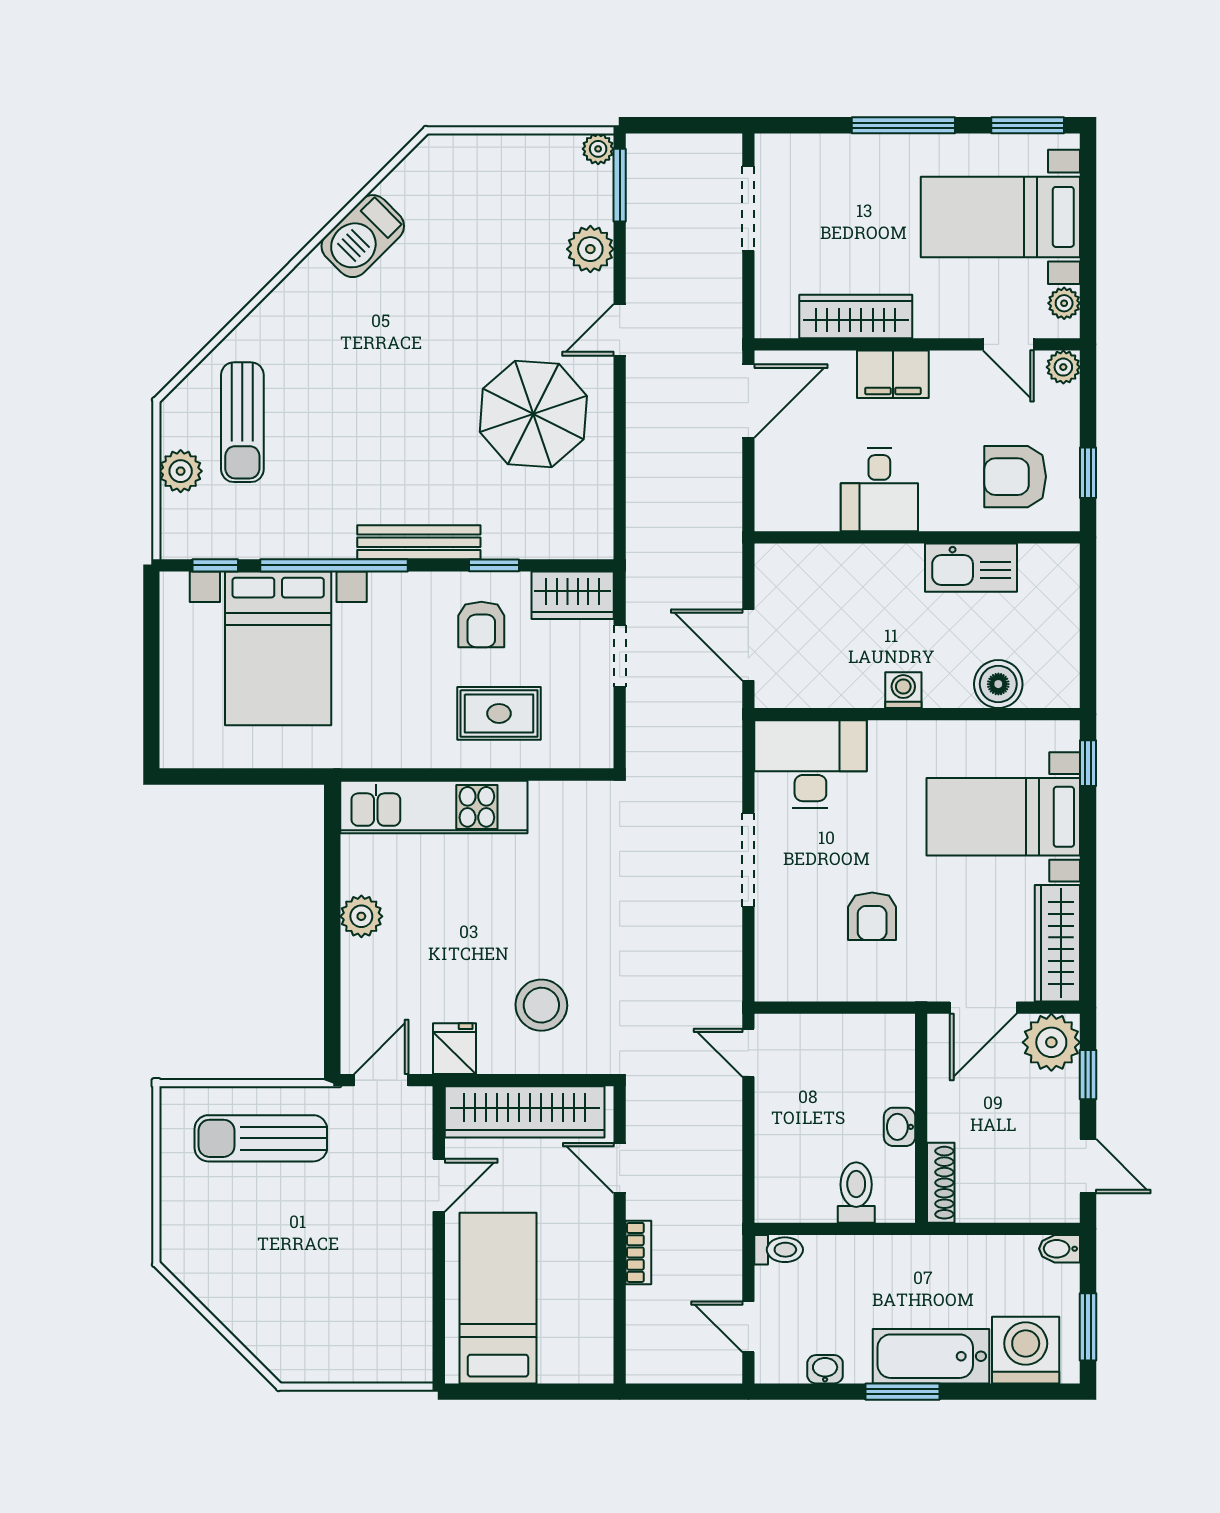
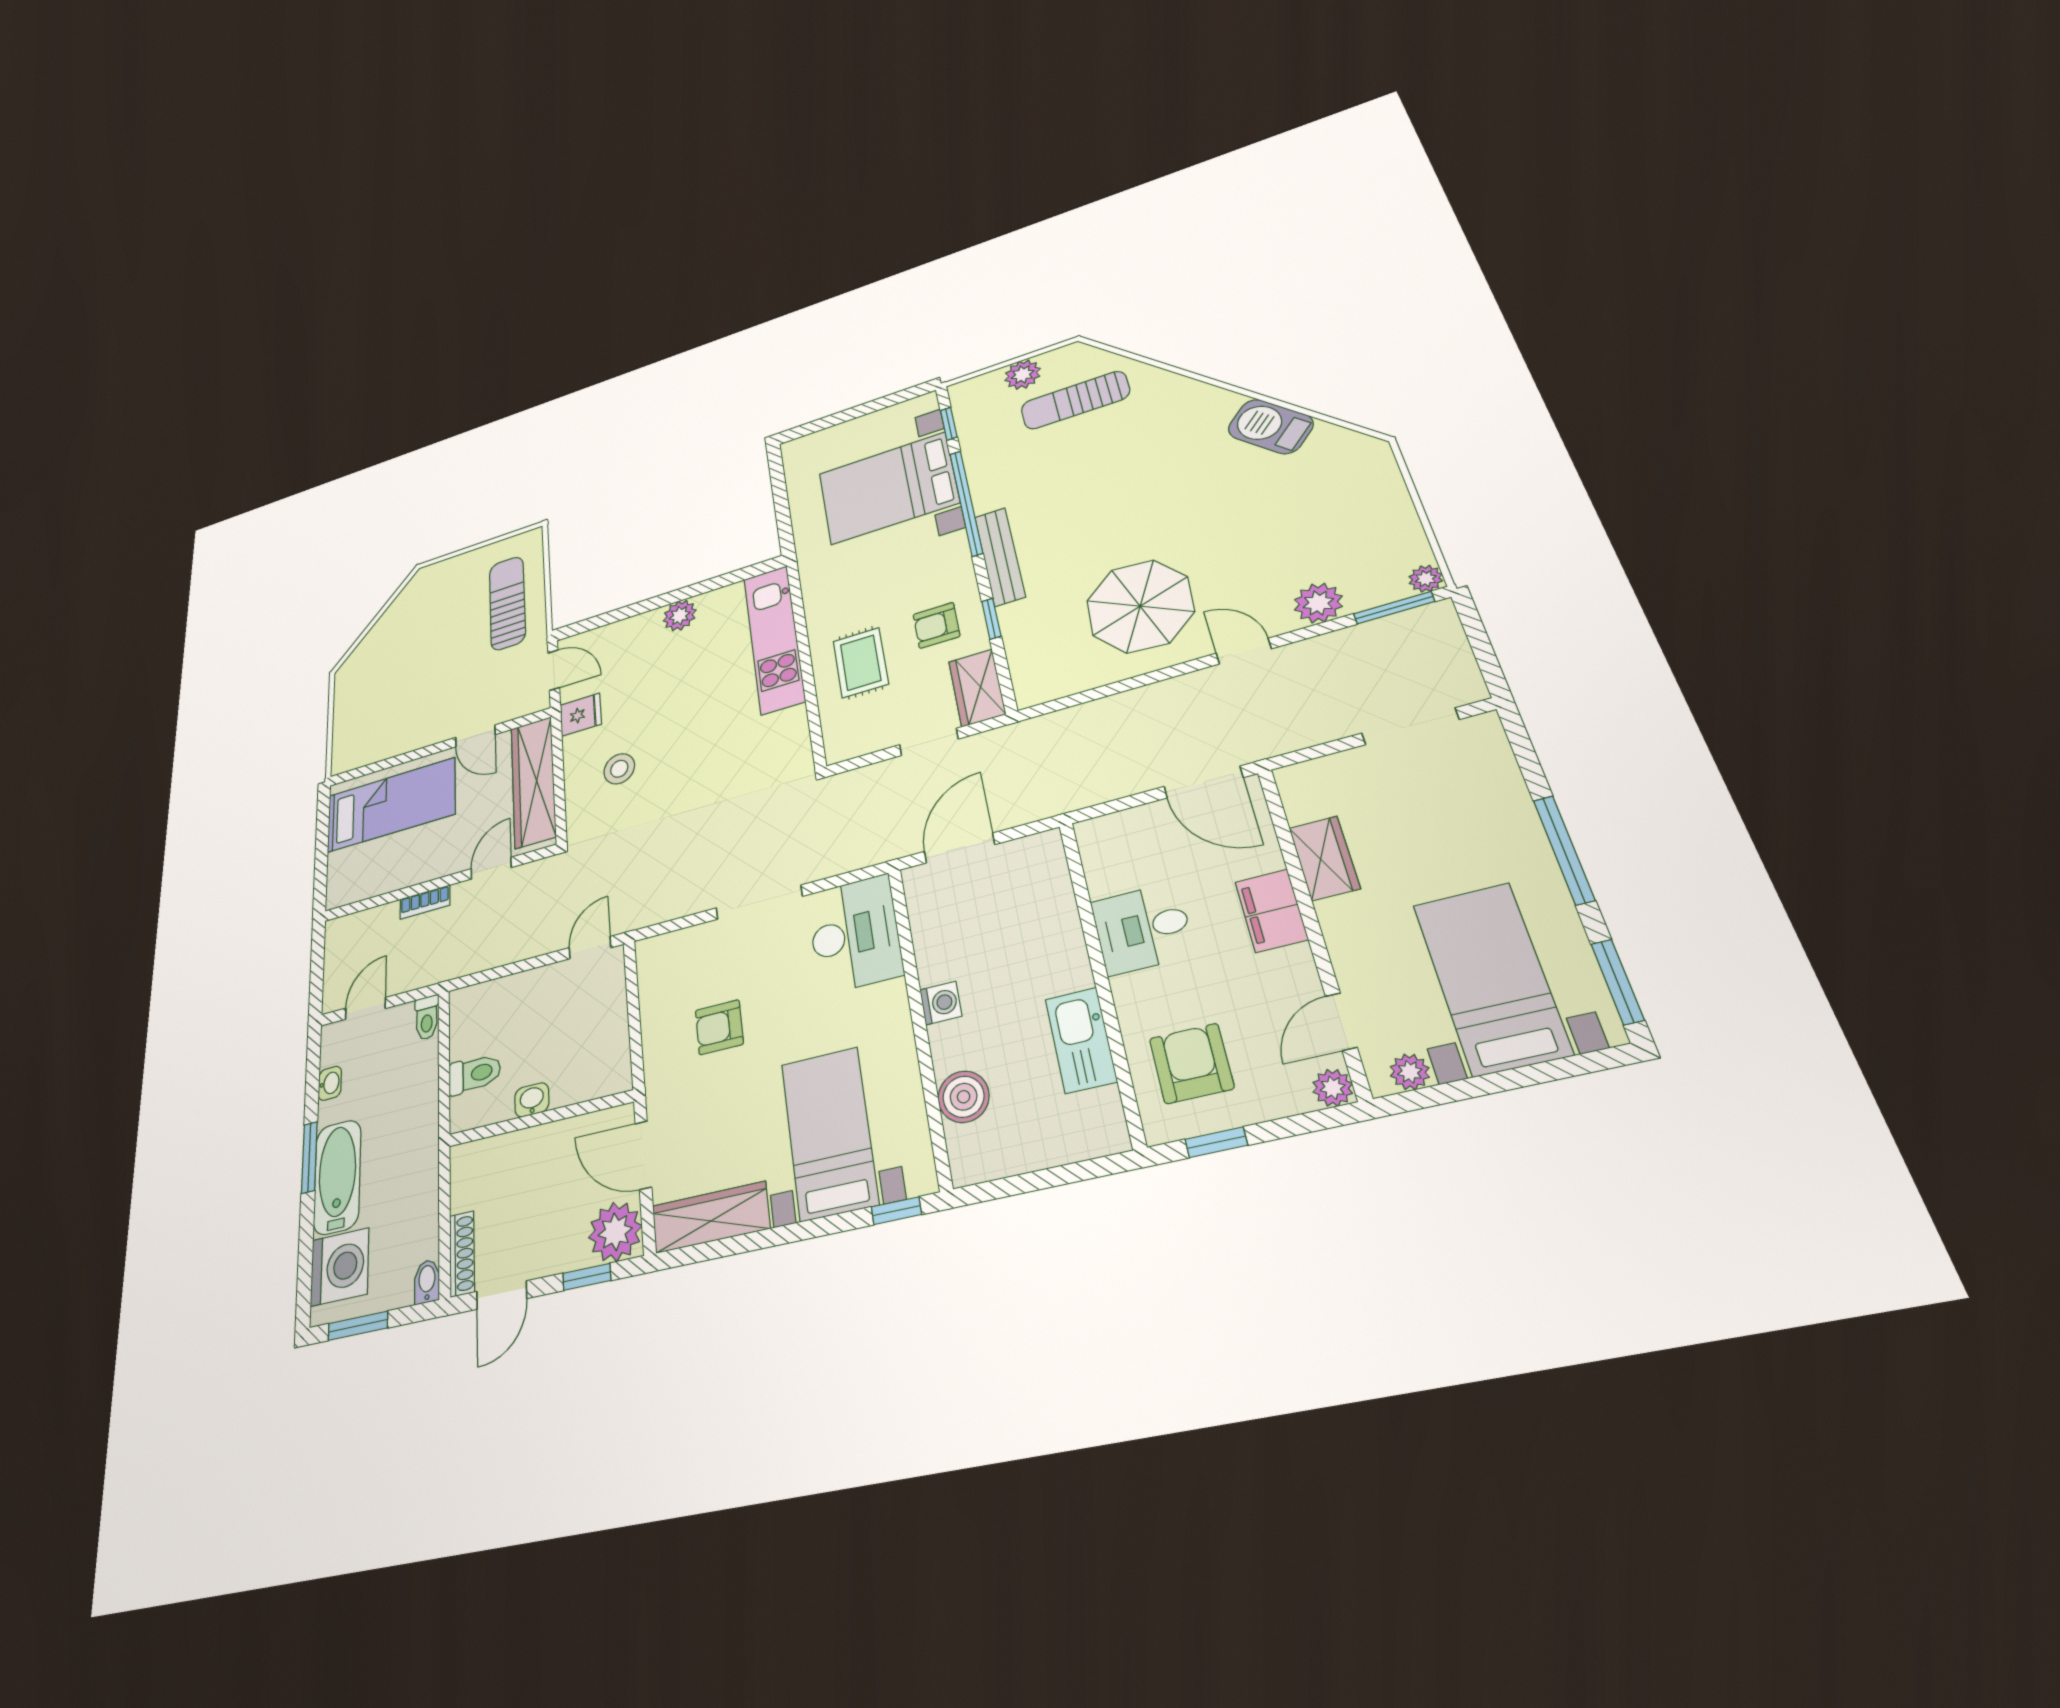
wardrobe: (856, 317) -> (1324, 858), width x0.67
stool: (541, 1005) -> (619, 769), width x0.73, depth x0.73
shoe rack: (941, 1183) -> (462, 1254), moved, turned -90

